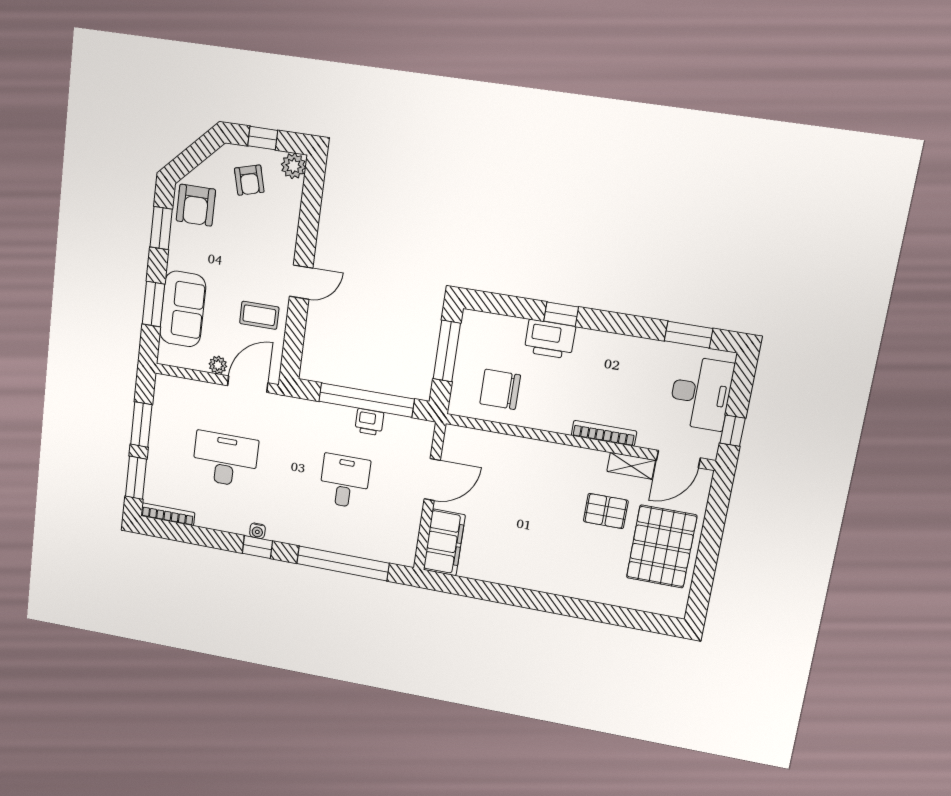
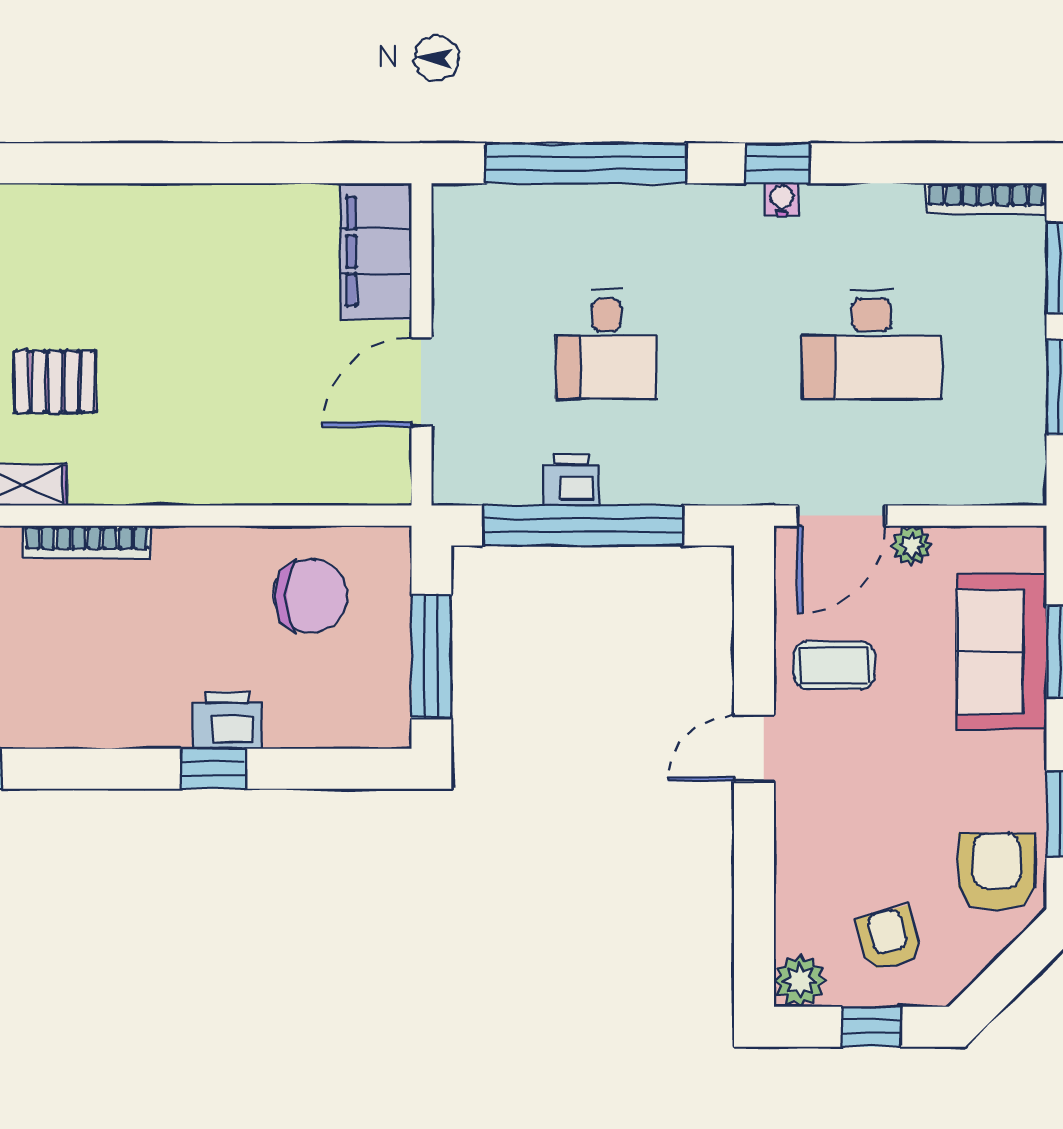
printer: (550, 339) -> (227, 720), width x0.73, depth x0.84

